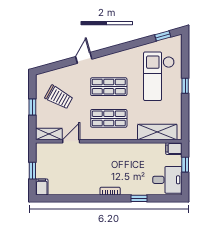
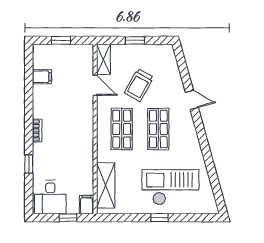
window: (163, 36) -> (217, 192), removed
trolley: (59, 97) -> (139, 85), moved
filing cabinet: (42, 187) -> (42, 77), moved

